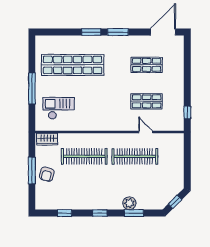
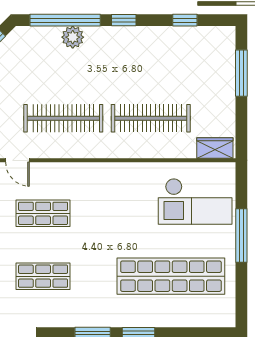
checkout: (59, 108) -> (195, 201), width x1.36, depth x1.21
door: (146, 132) -> (17, 160), moved
window: (32, 170) -> (241, 73), moved
armchair: (47, 174) -> (216, 87), removed
window: (134, 213) -> (65, 20), width x2.11

